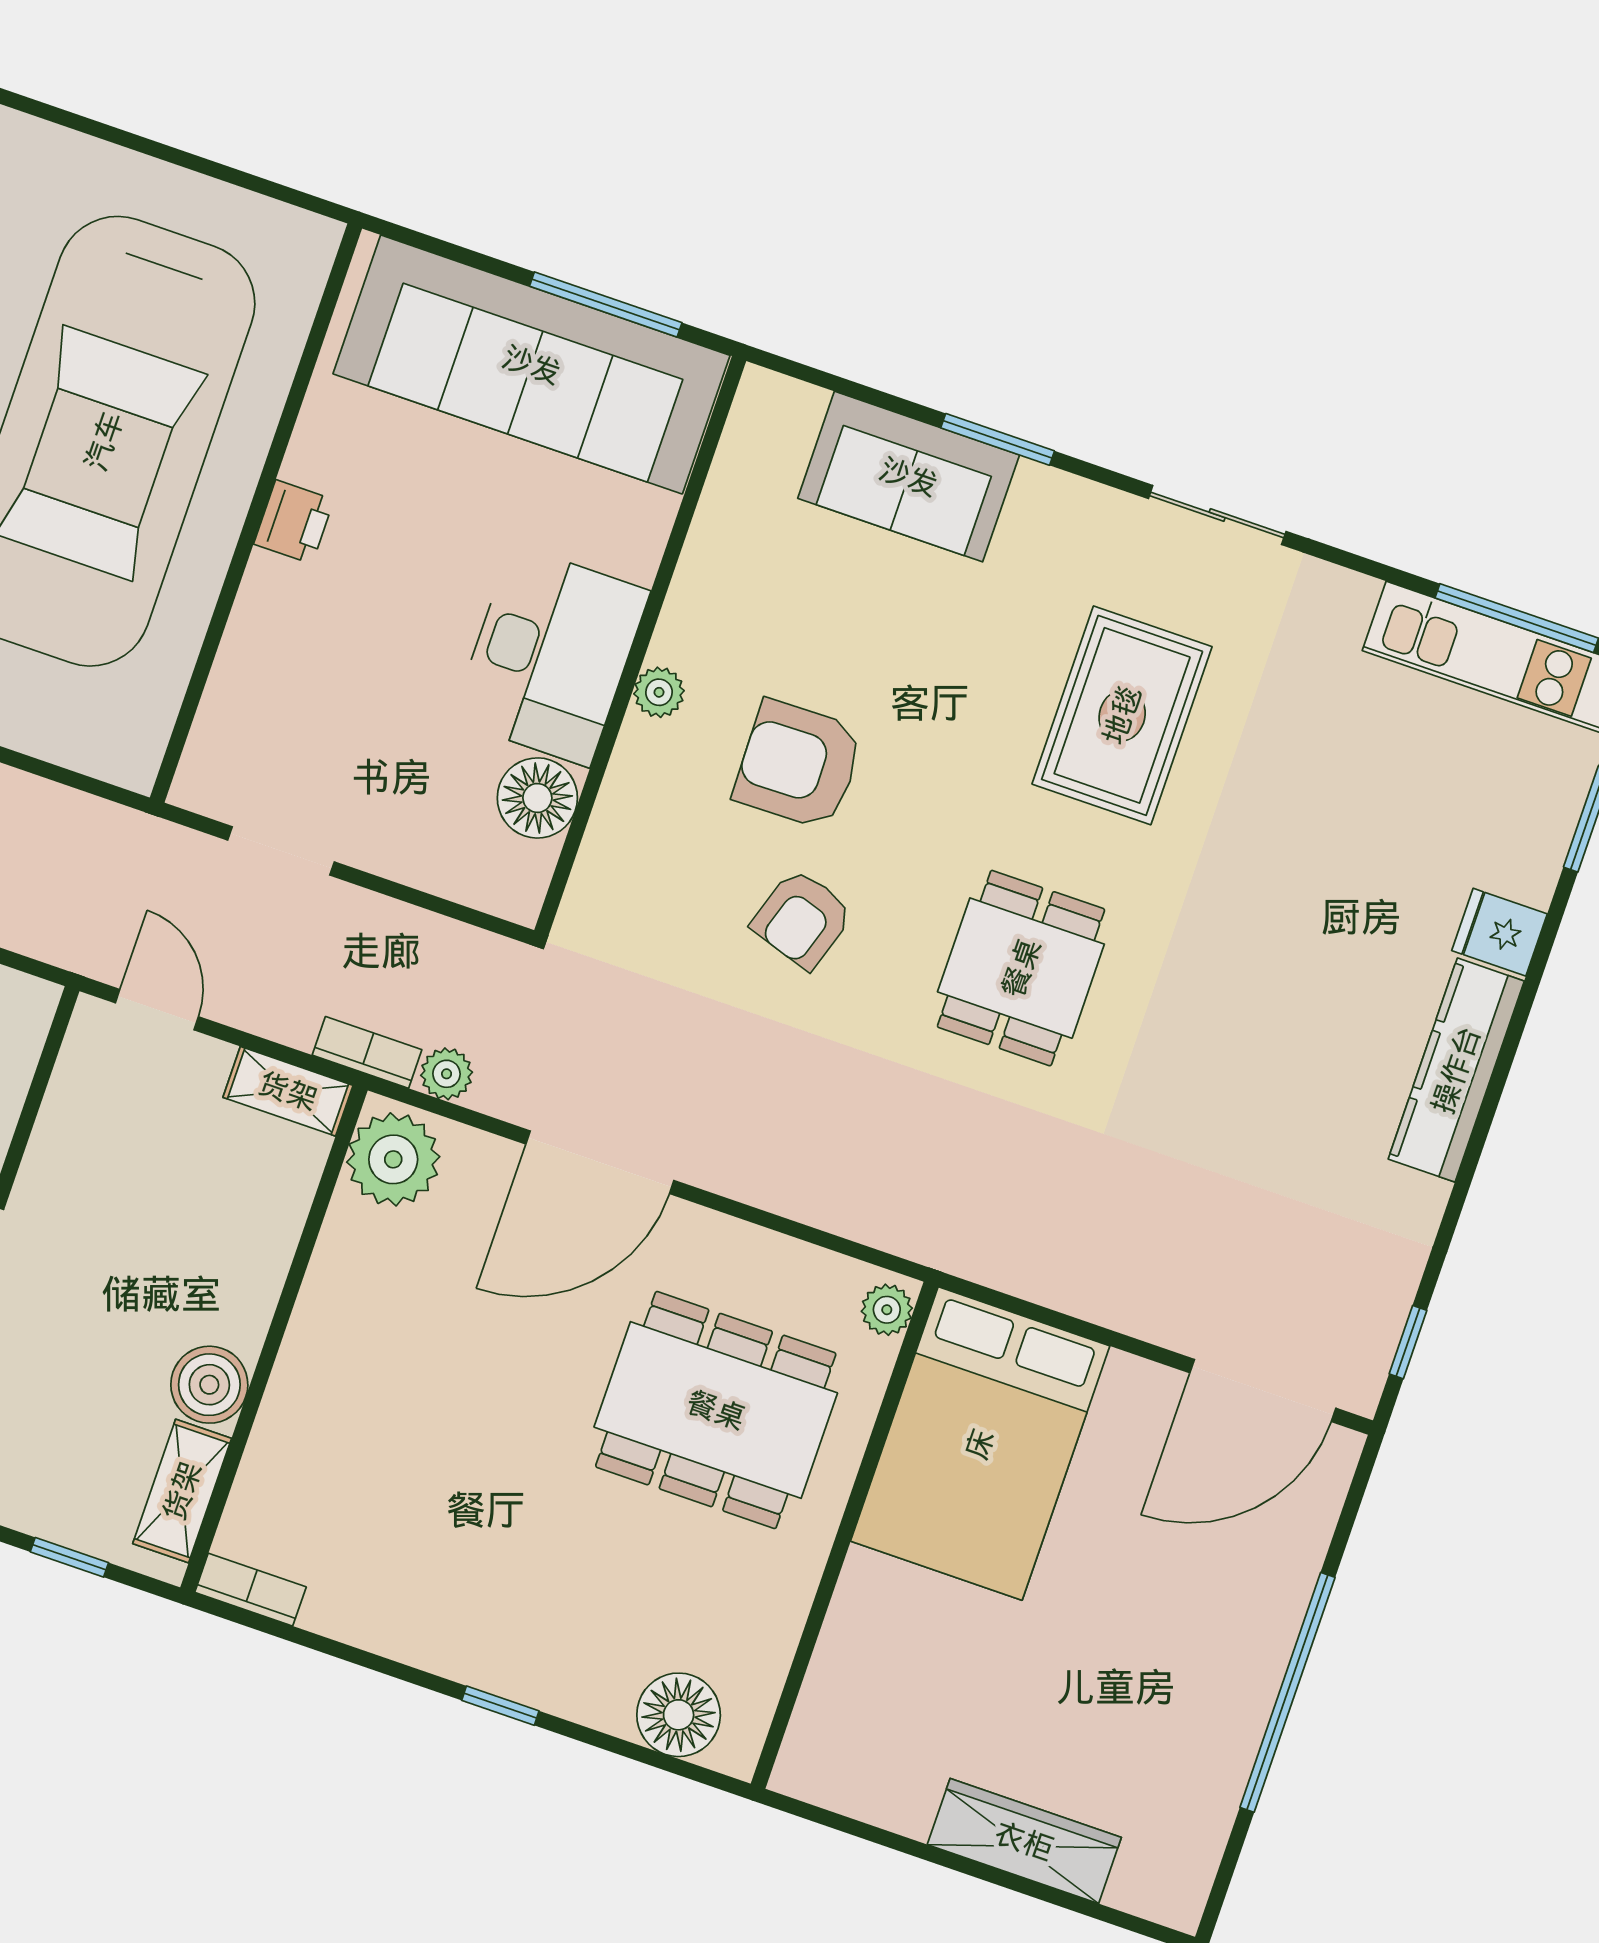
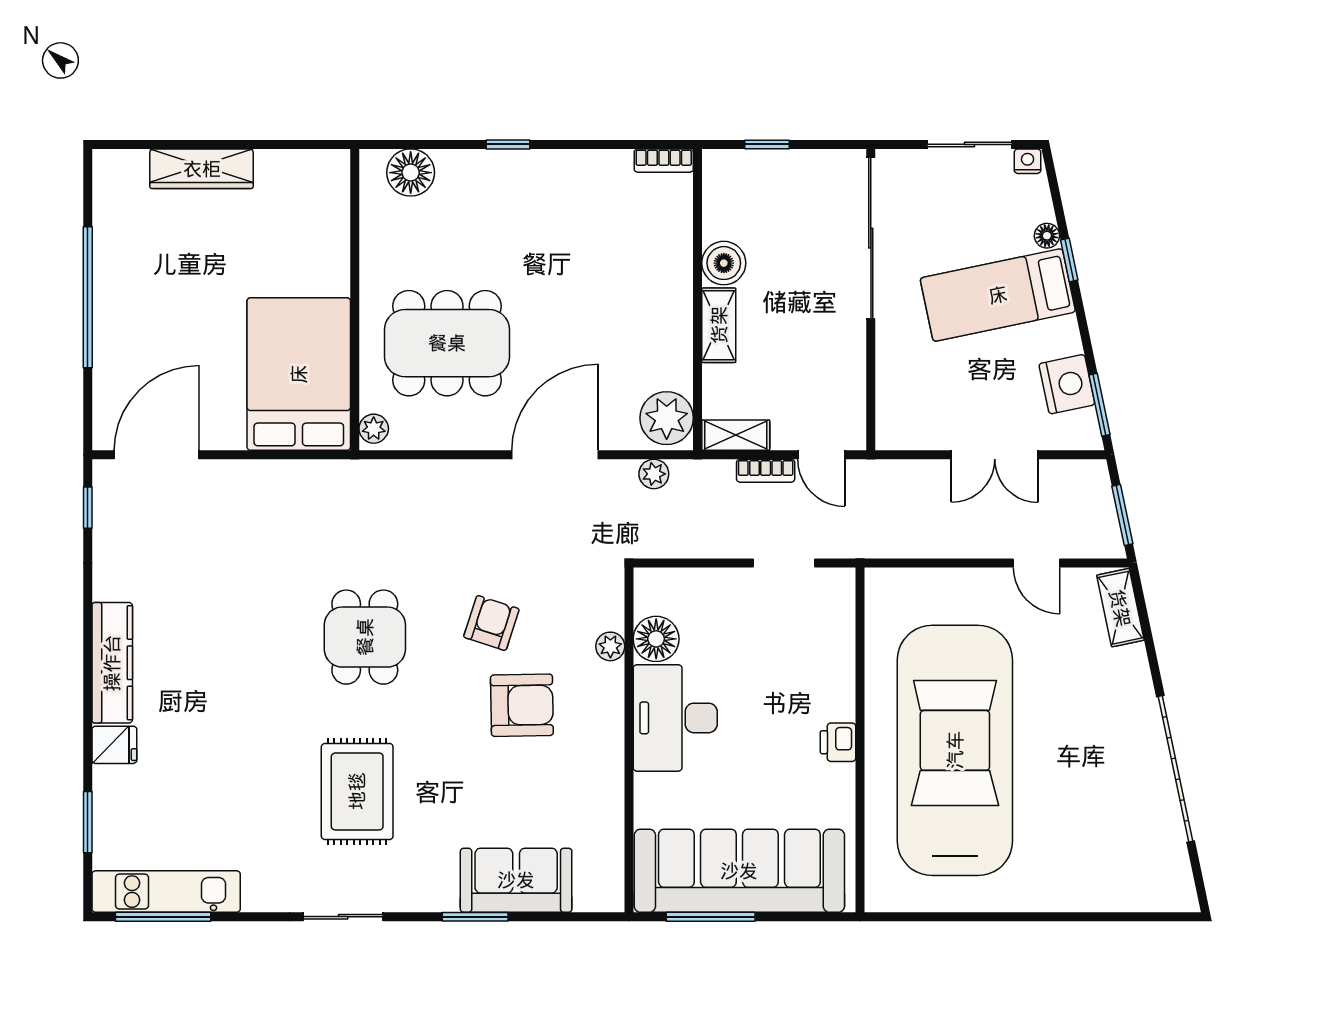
plant: (659, 692) -> (610, 646), moved
bookcase: (367, 1052) -> (766, 471), moved
shelving: (182, 1491) -> (719, 325), moved

